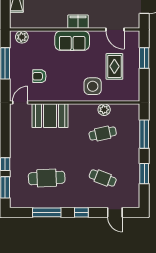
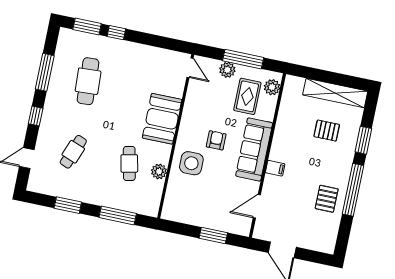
filing cabinet: (78, 22) -> (275, 168), width x0.50
sofa: (72, 41) -> (254, 149), width x1.36
rug: (114, 66) -> (247, 96), moved, turned 90
plant: (16, 74) -> (227, 70), added
armchair: (39, 76) -> (216, 140), moved
booth: (50, 116) -> (162, 119), moved

